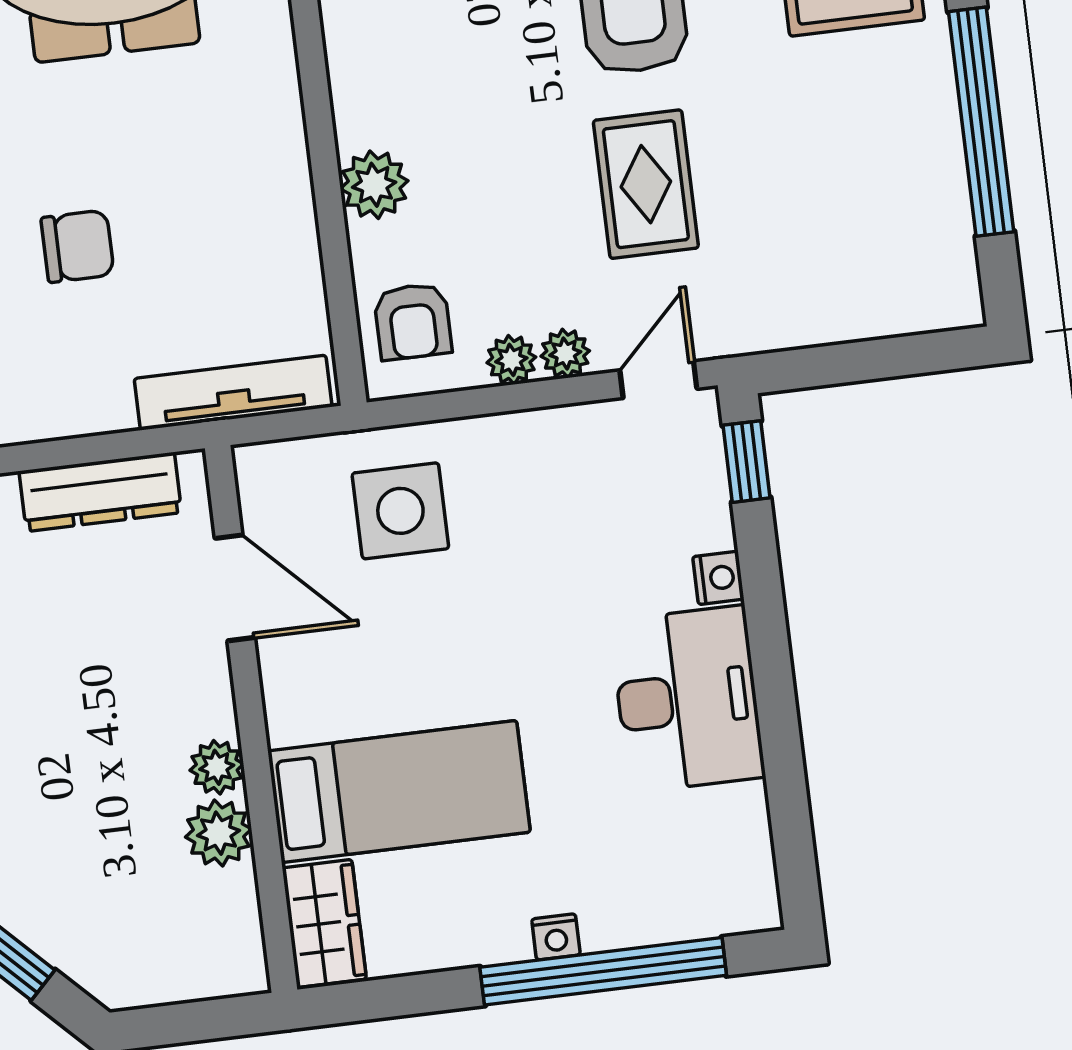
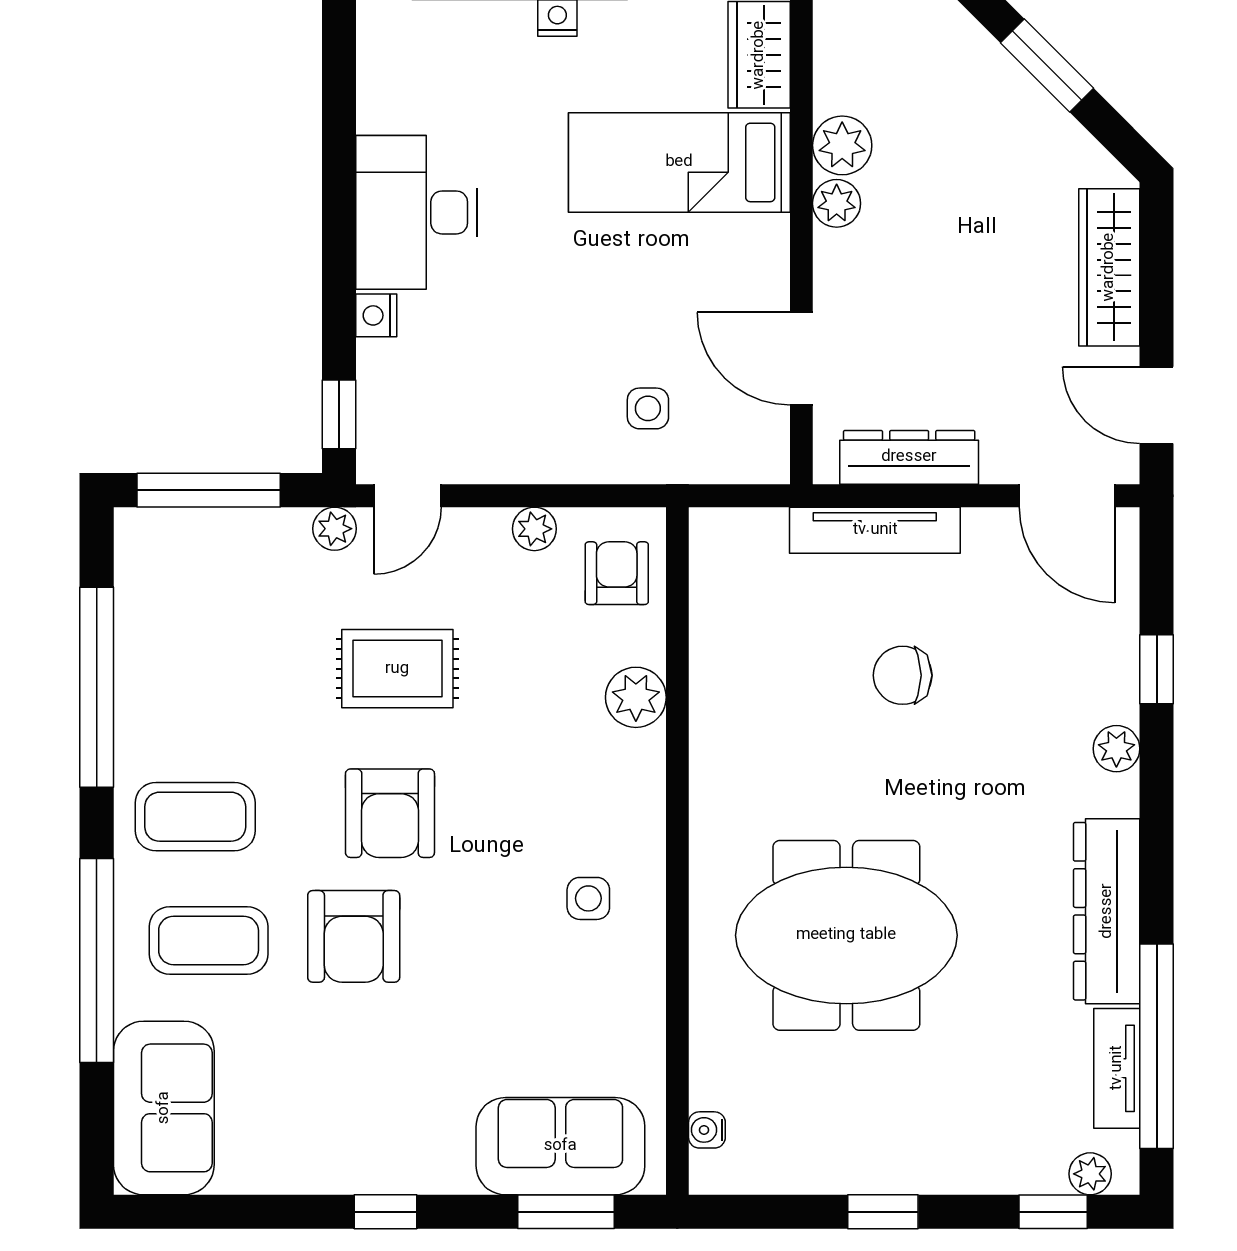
rug: (646, 184) -> (397, 669), turned 90
plant: (565, 354) -> (335, 529), moved
window: (883, 359) -> (209, 490), added
tv unit: (233, 393) -> (875, 530), moved
side table: (400, 511) -> (648, 408), width x0.54, depth x0.54

